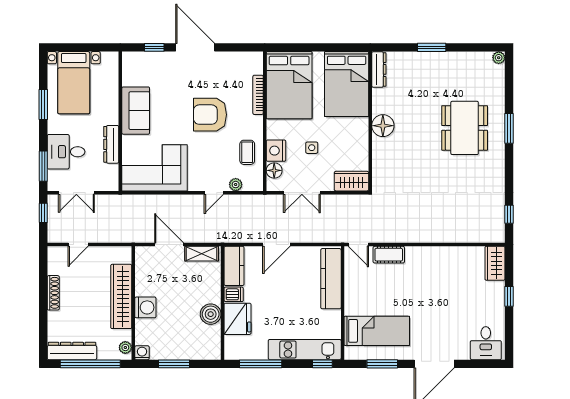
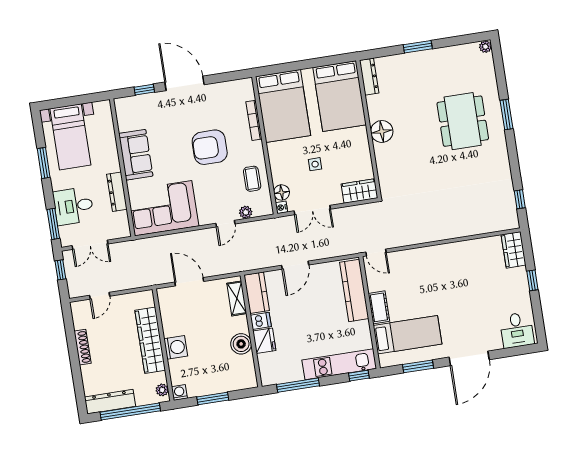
nightstand: (276, 151) -> (281, 207), moved, width x0.53, depth x0.56
shelving: (202, 254) -> (237, 298), moved, turned 90
cot: (389, 255) -> (379, 307), moved, turned 90
fridge: (238, 319) -> (264, 341), width x0.73, depth x0.75

